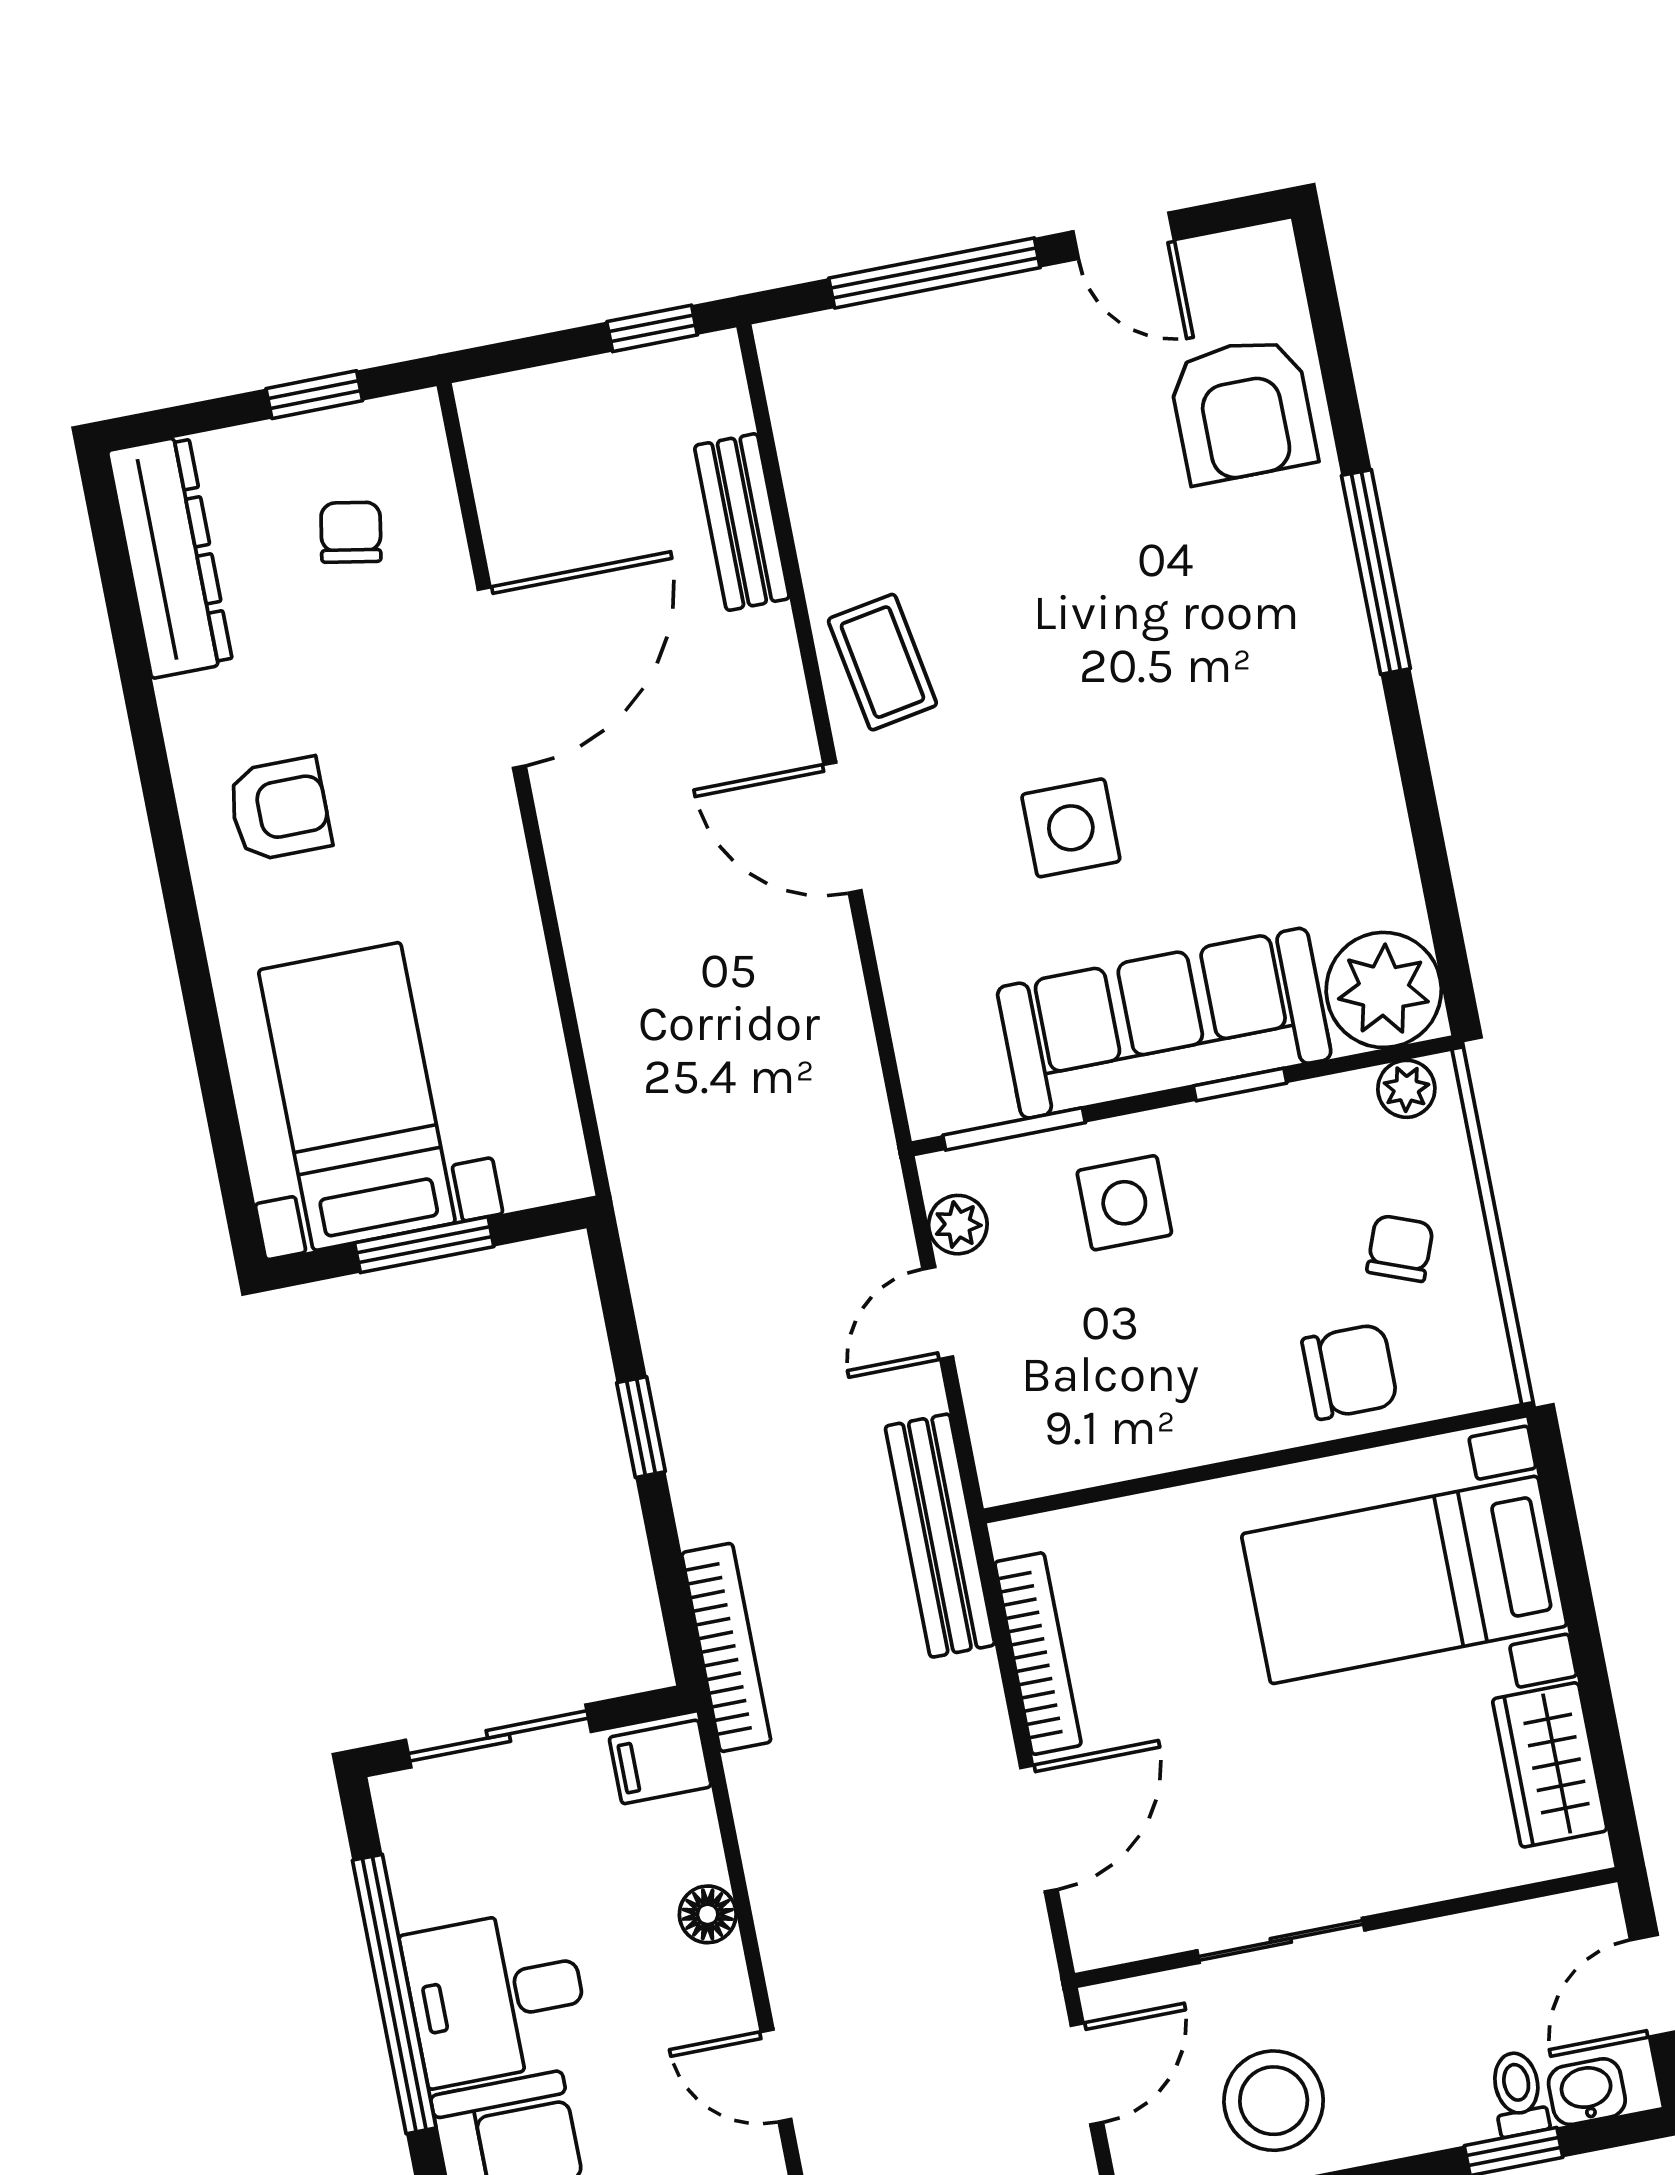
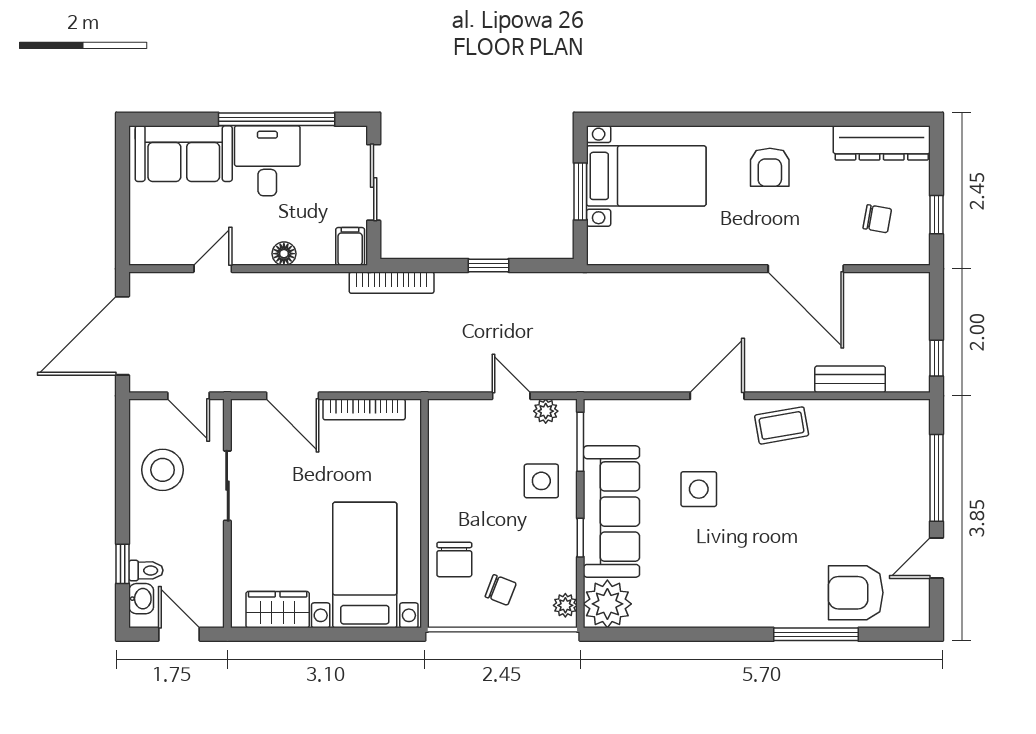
window: (1376, 572) -> (816, 634), moved
bench: (940, 1536) -> (420, 379), removed

